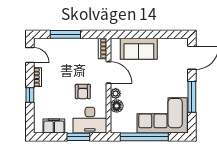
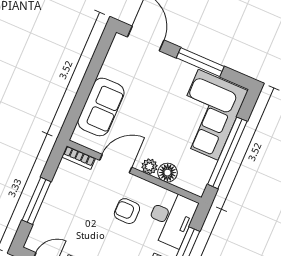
armchair: (83, 92) -> (127, 211), turned 180

